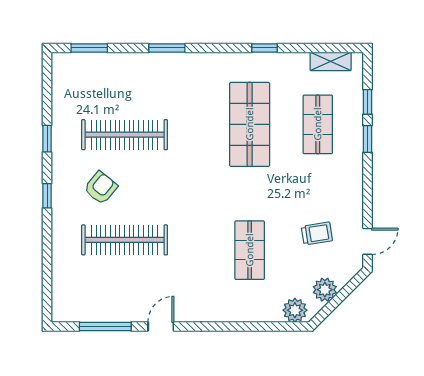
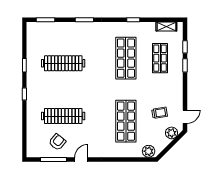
armchair: (101, 188) -> (57, 142), moved
shop shelf: (250, 250) -> (126, 121), width x1.43, depth x1.36
plant: (325, 290) -> (172, 133), moved

